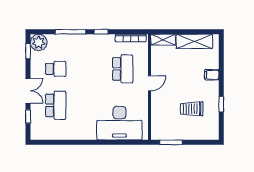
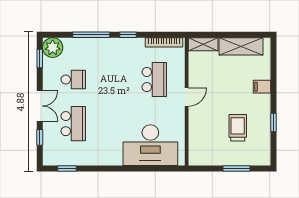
trolley: (192, 109) -> (238, 128), turned 90
window: (51, 142) -> (67, 168), added
window: (171, 142) -> (237, 168), moved

